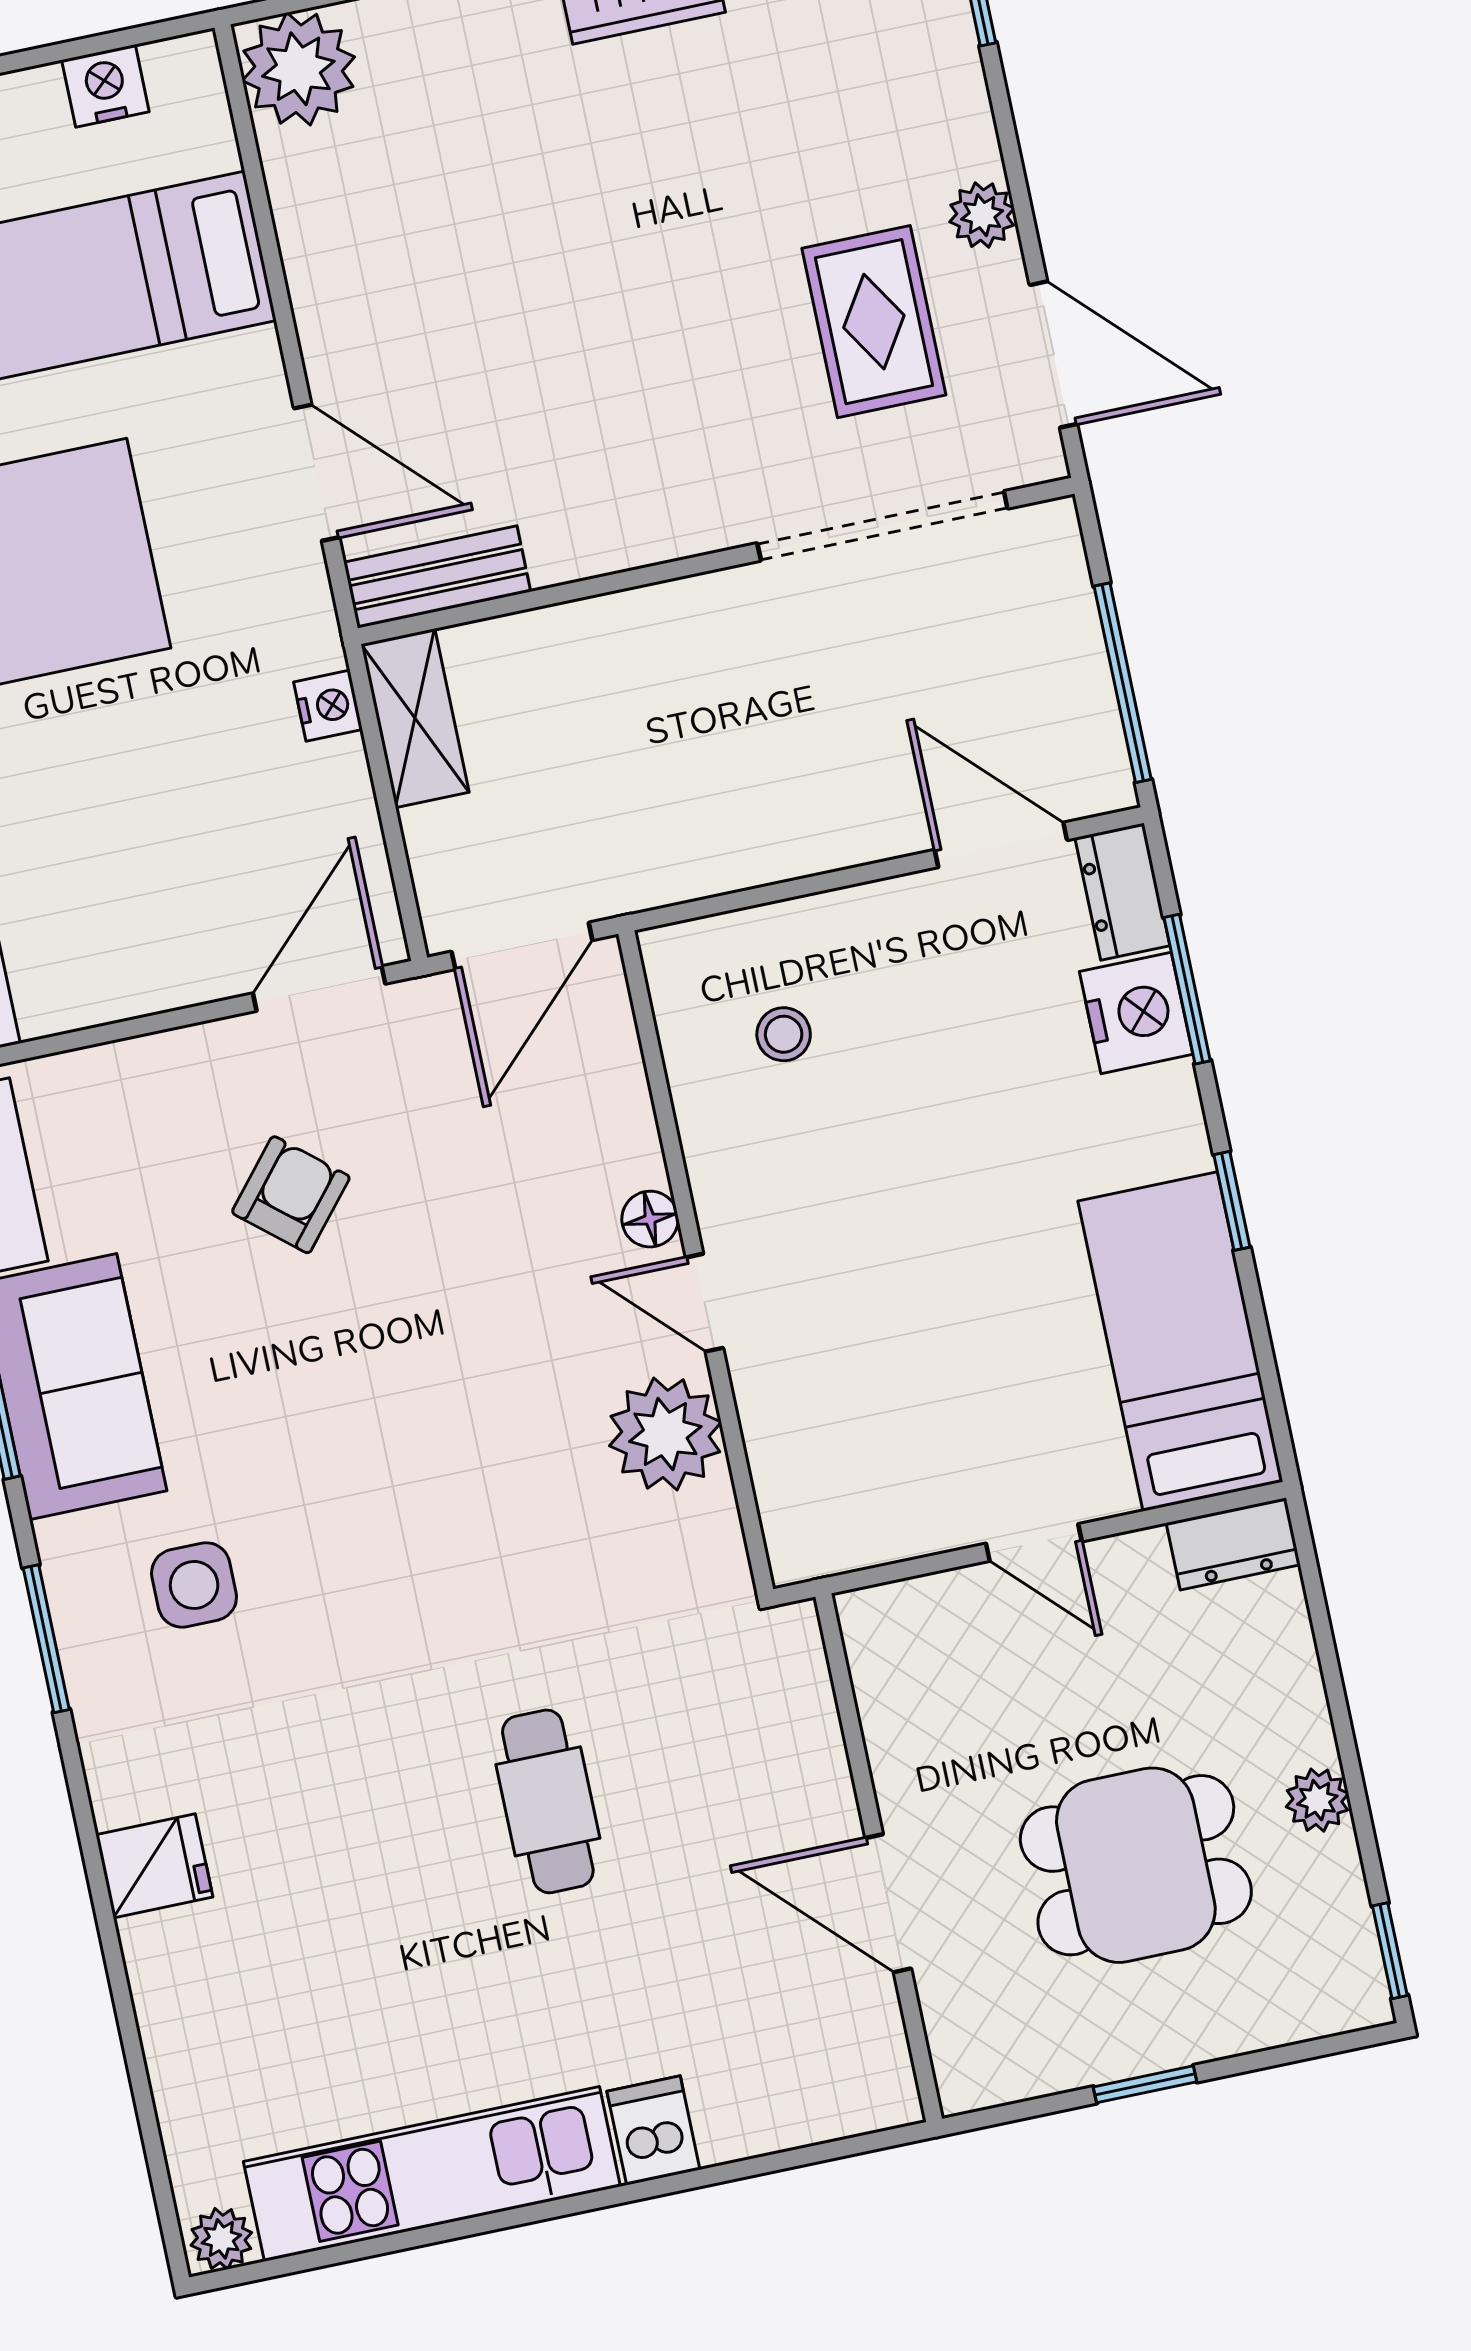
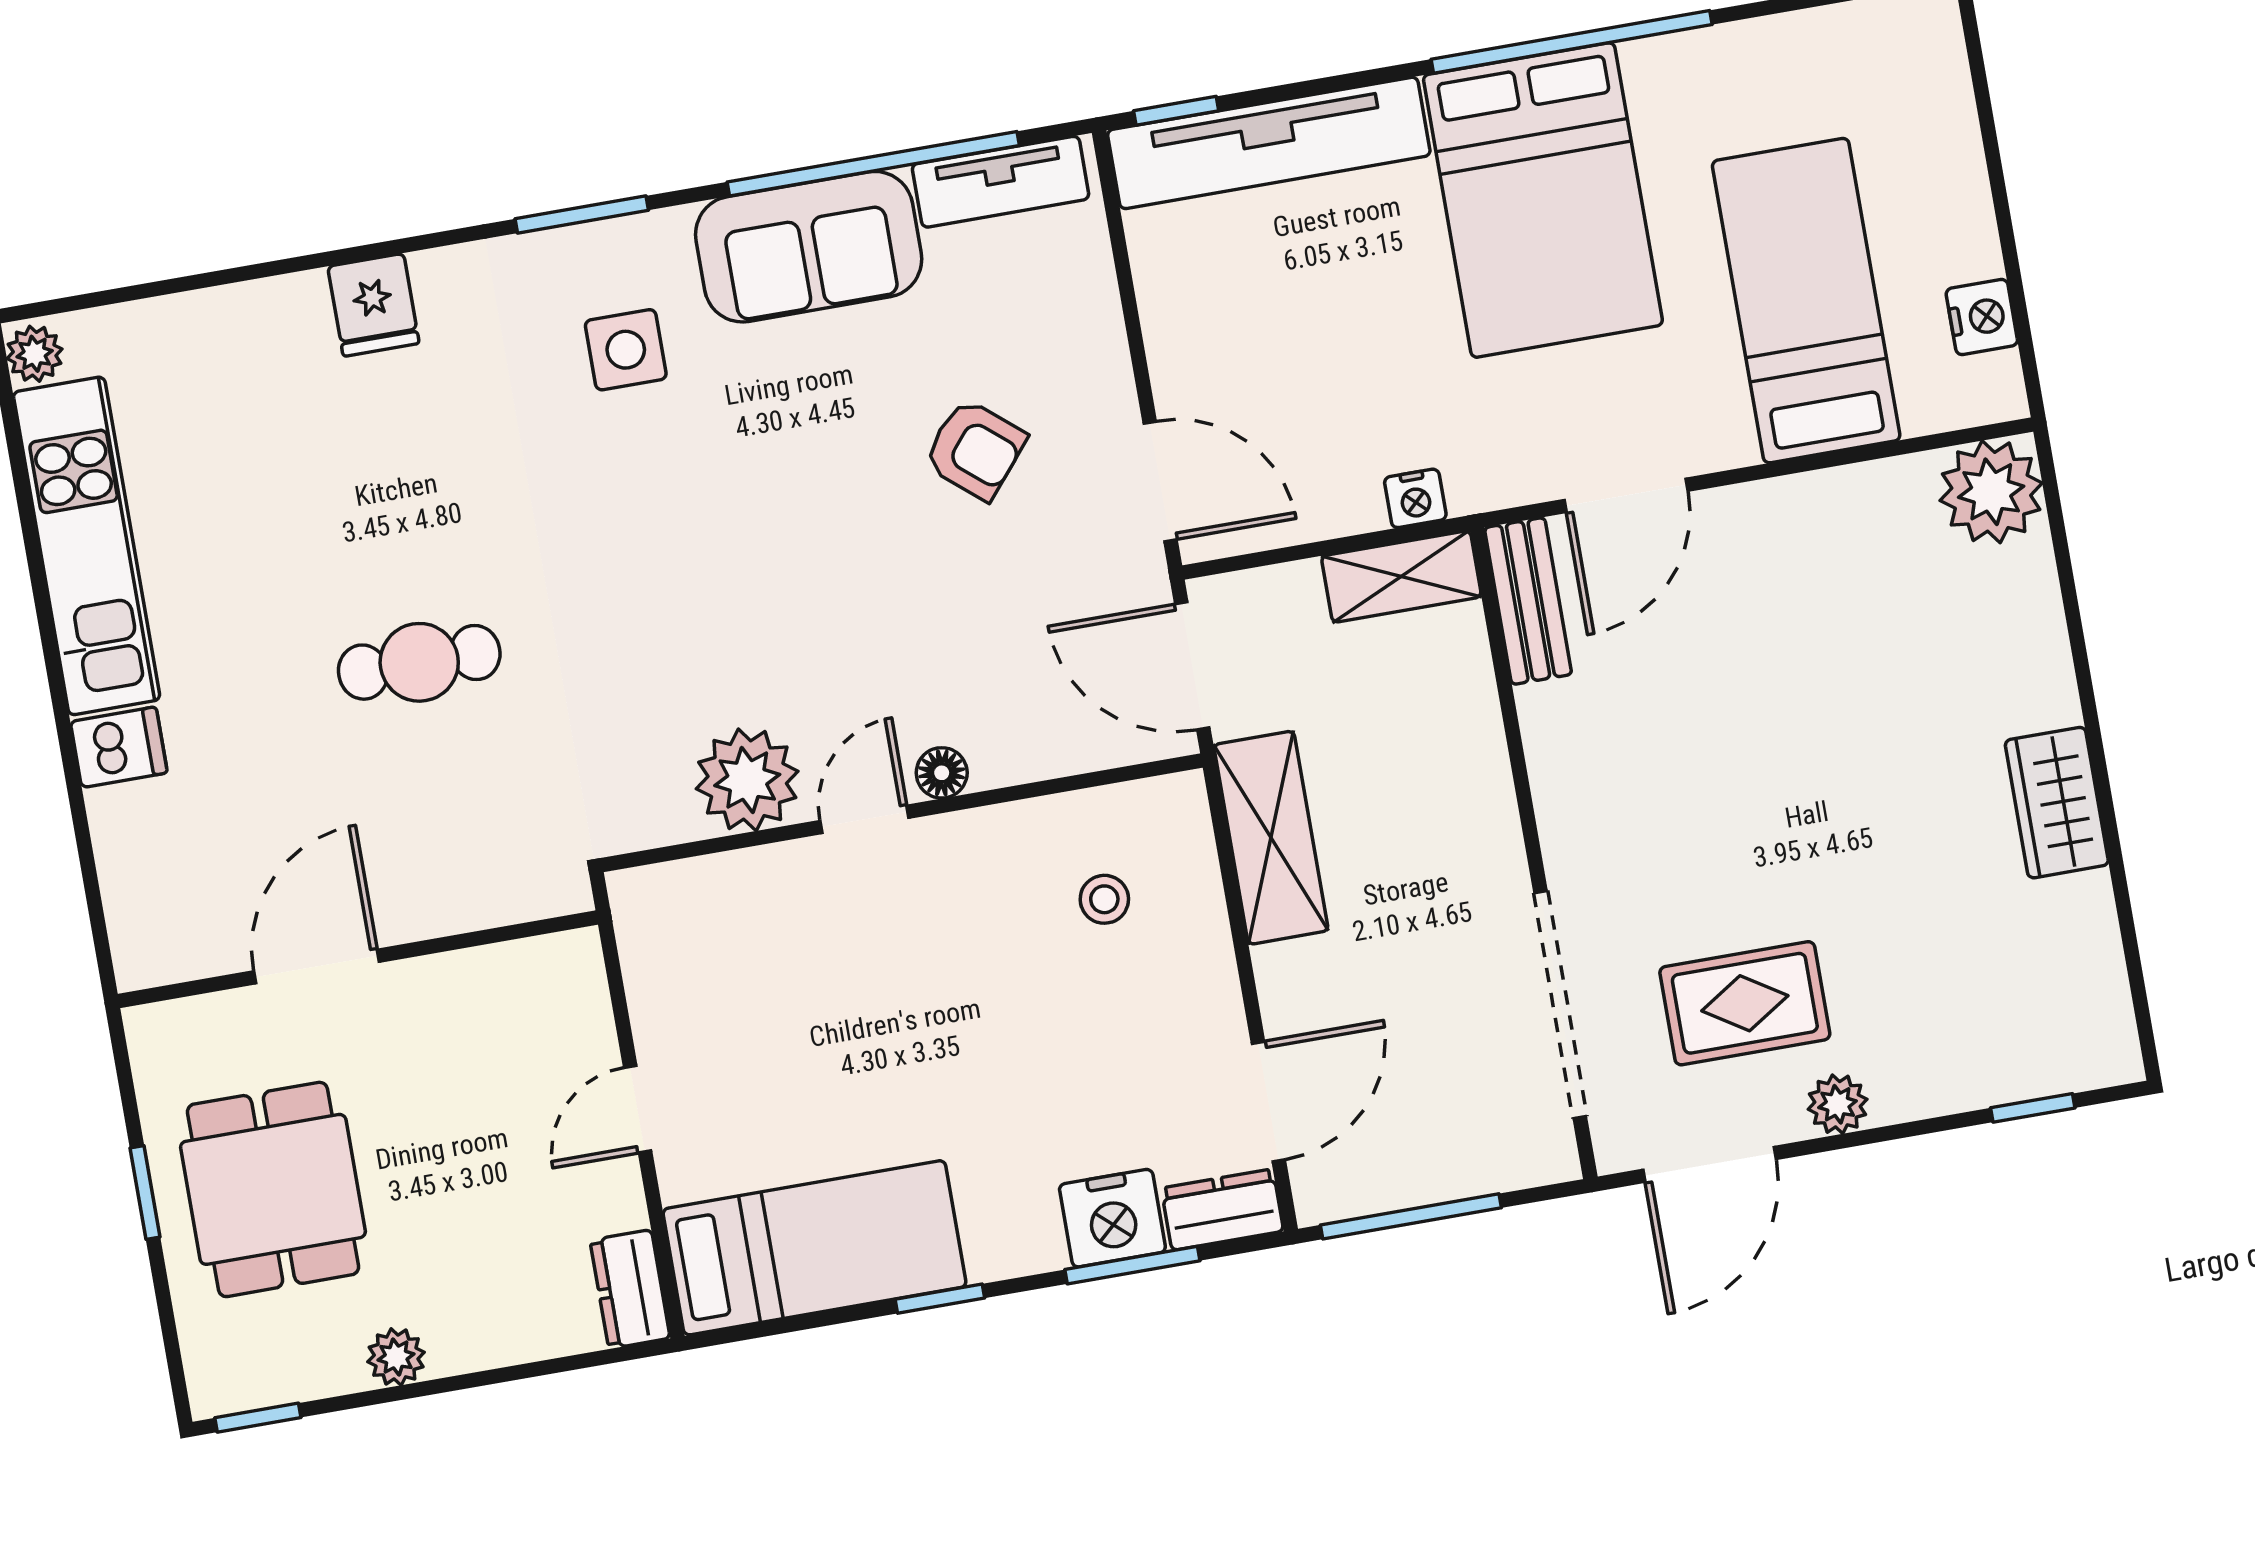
shelving: (709, 852) -> (1271, 838), added
dining table: (1136, 1865) -> (273, 1189), moved

